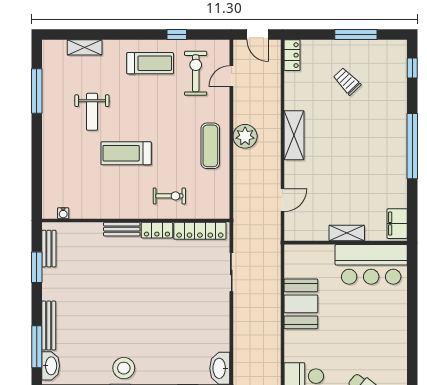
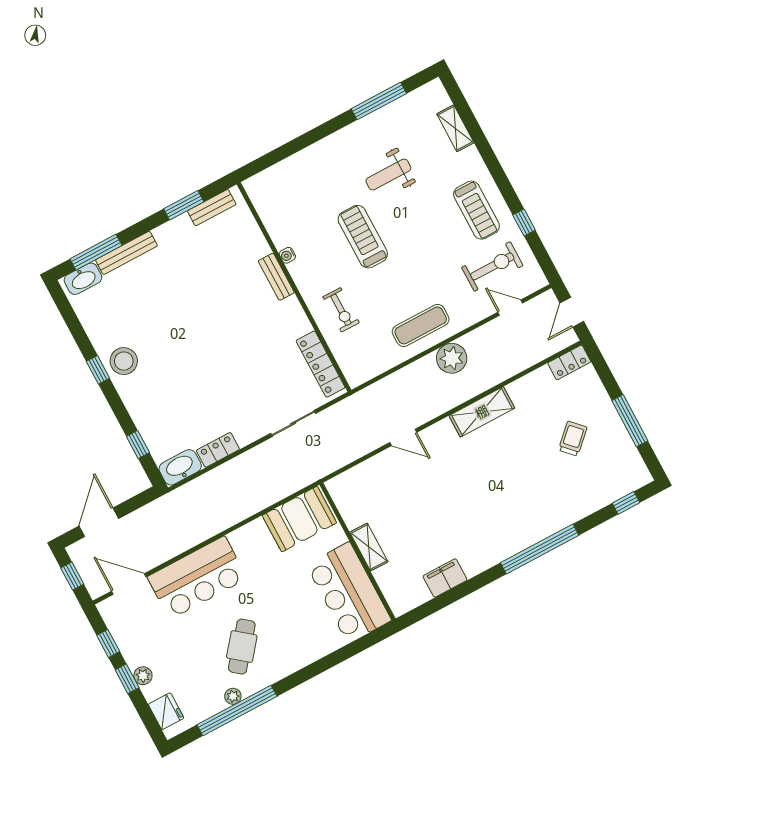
water cooler: (63, 213) -> (287, 255), moved
locker: (157, 230) -> (218, 450), moved, turned 90
shelving: (347, 233) -> (369, 547), moved
wall: (346, 243) -> (358, 552), moved
bar counter: (371, 264) -> (349, 593), moved

